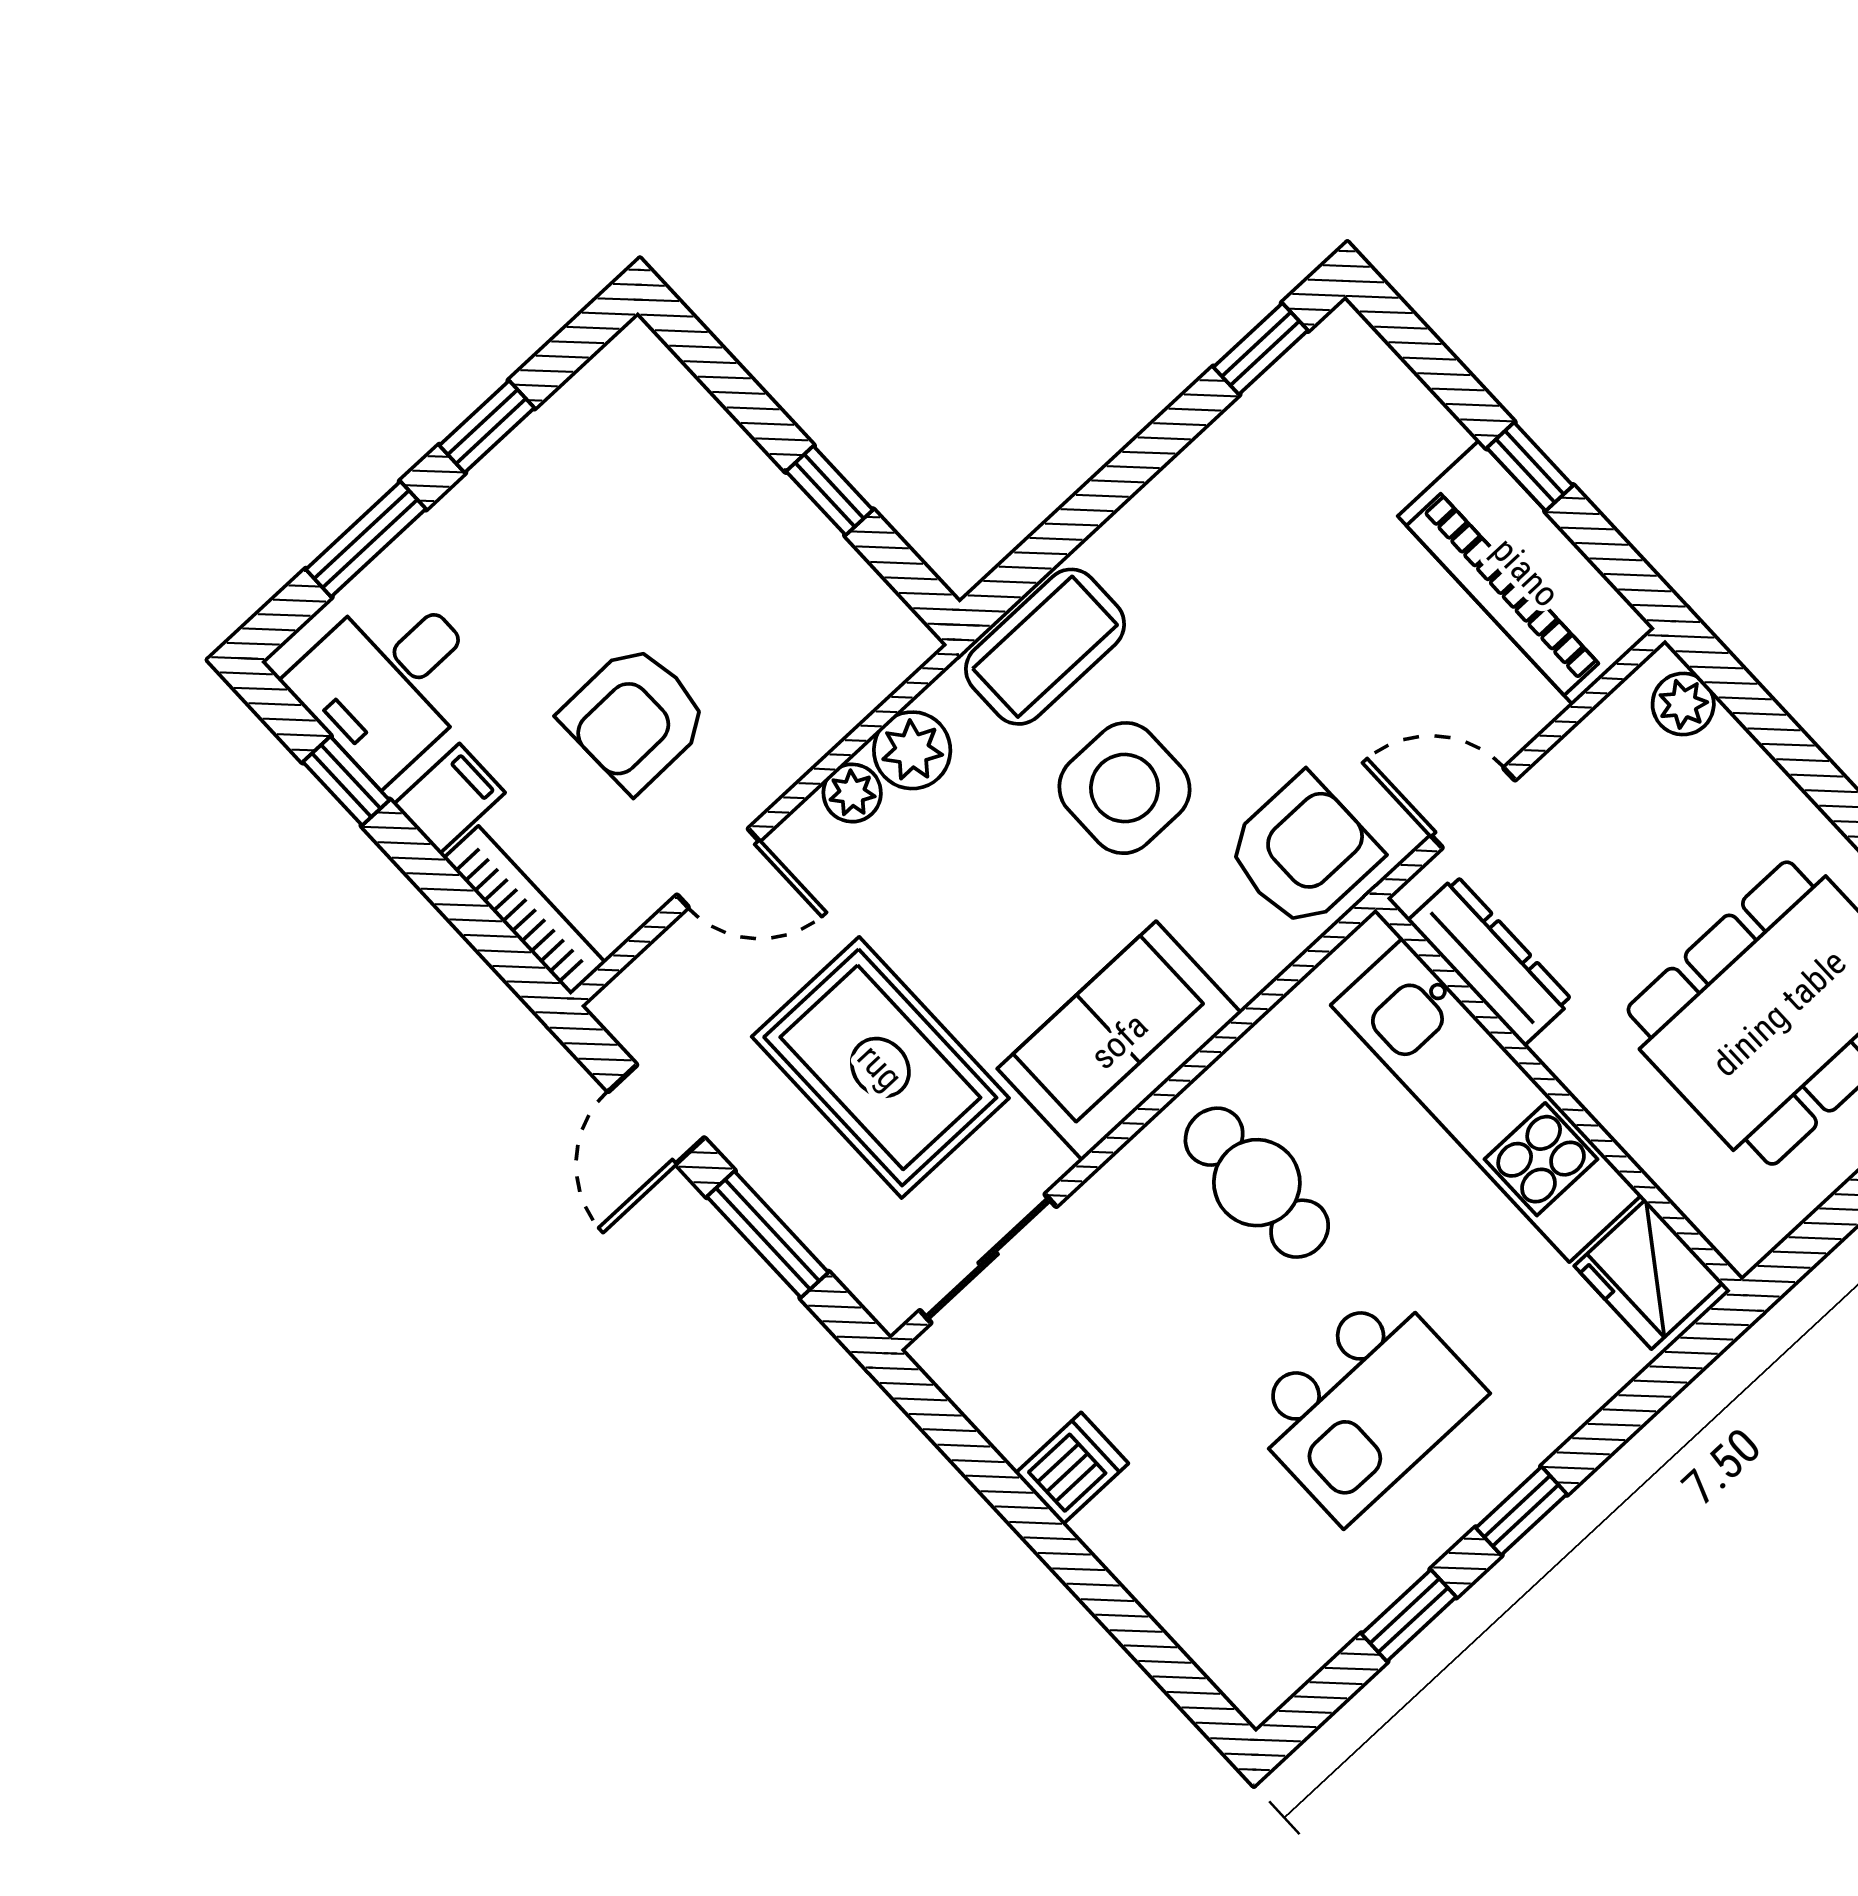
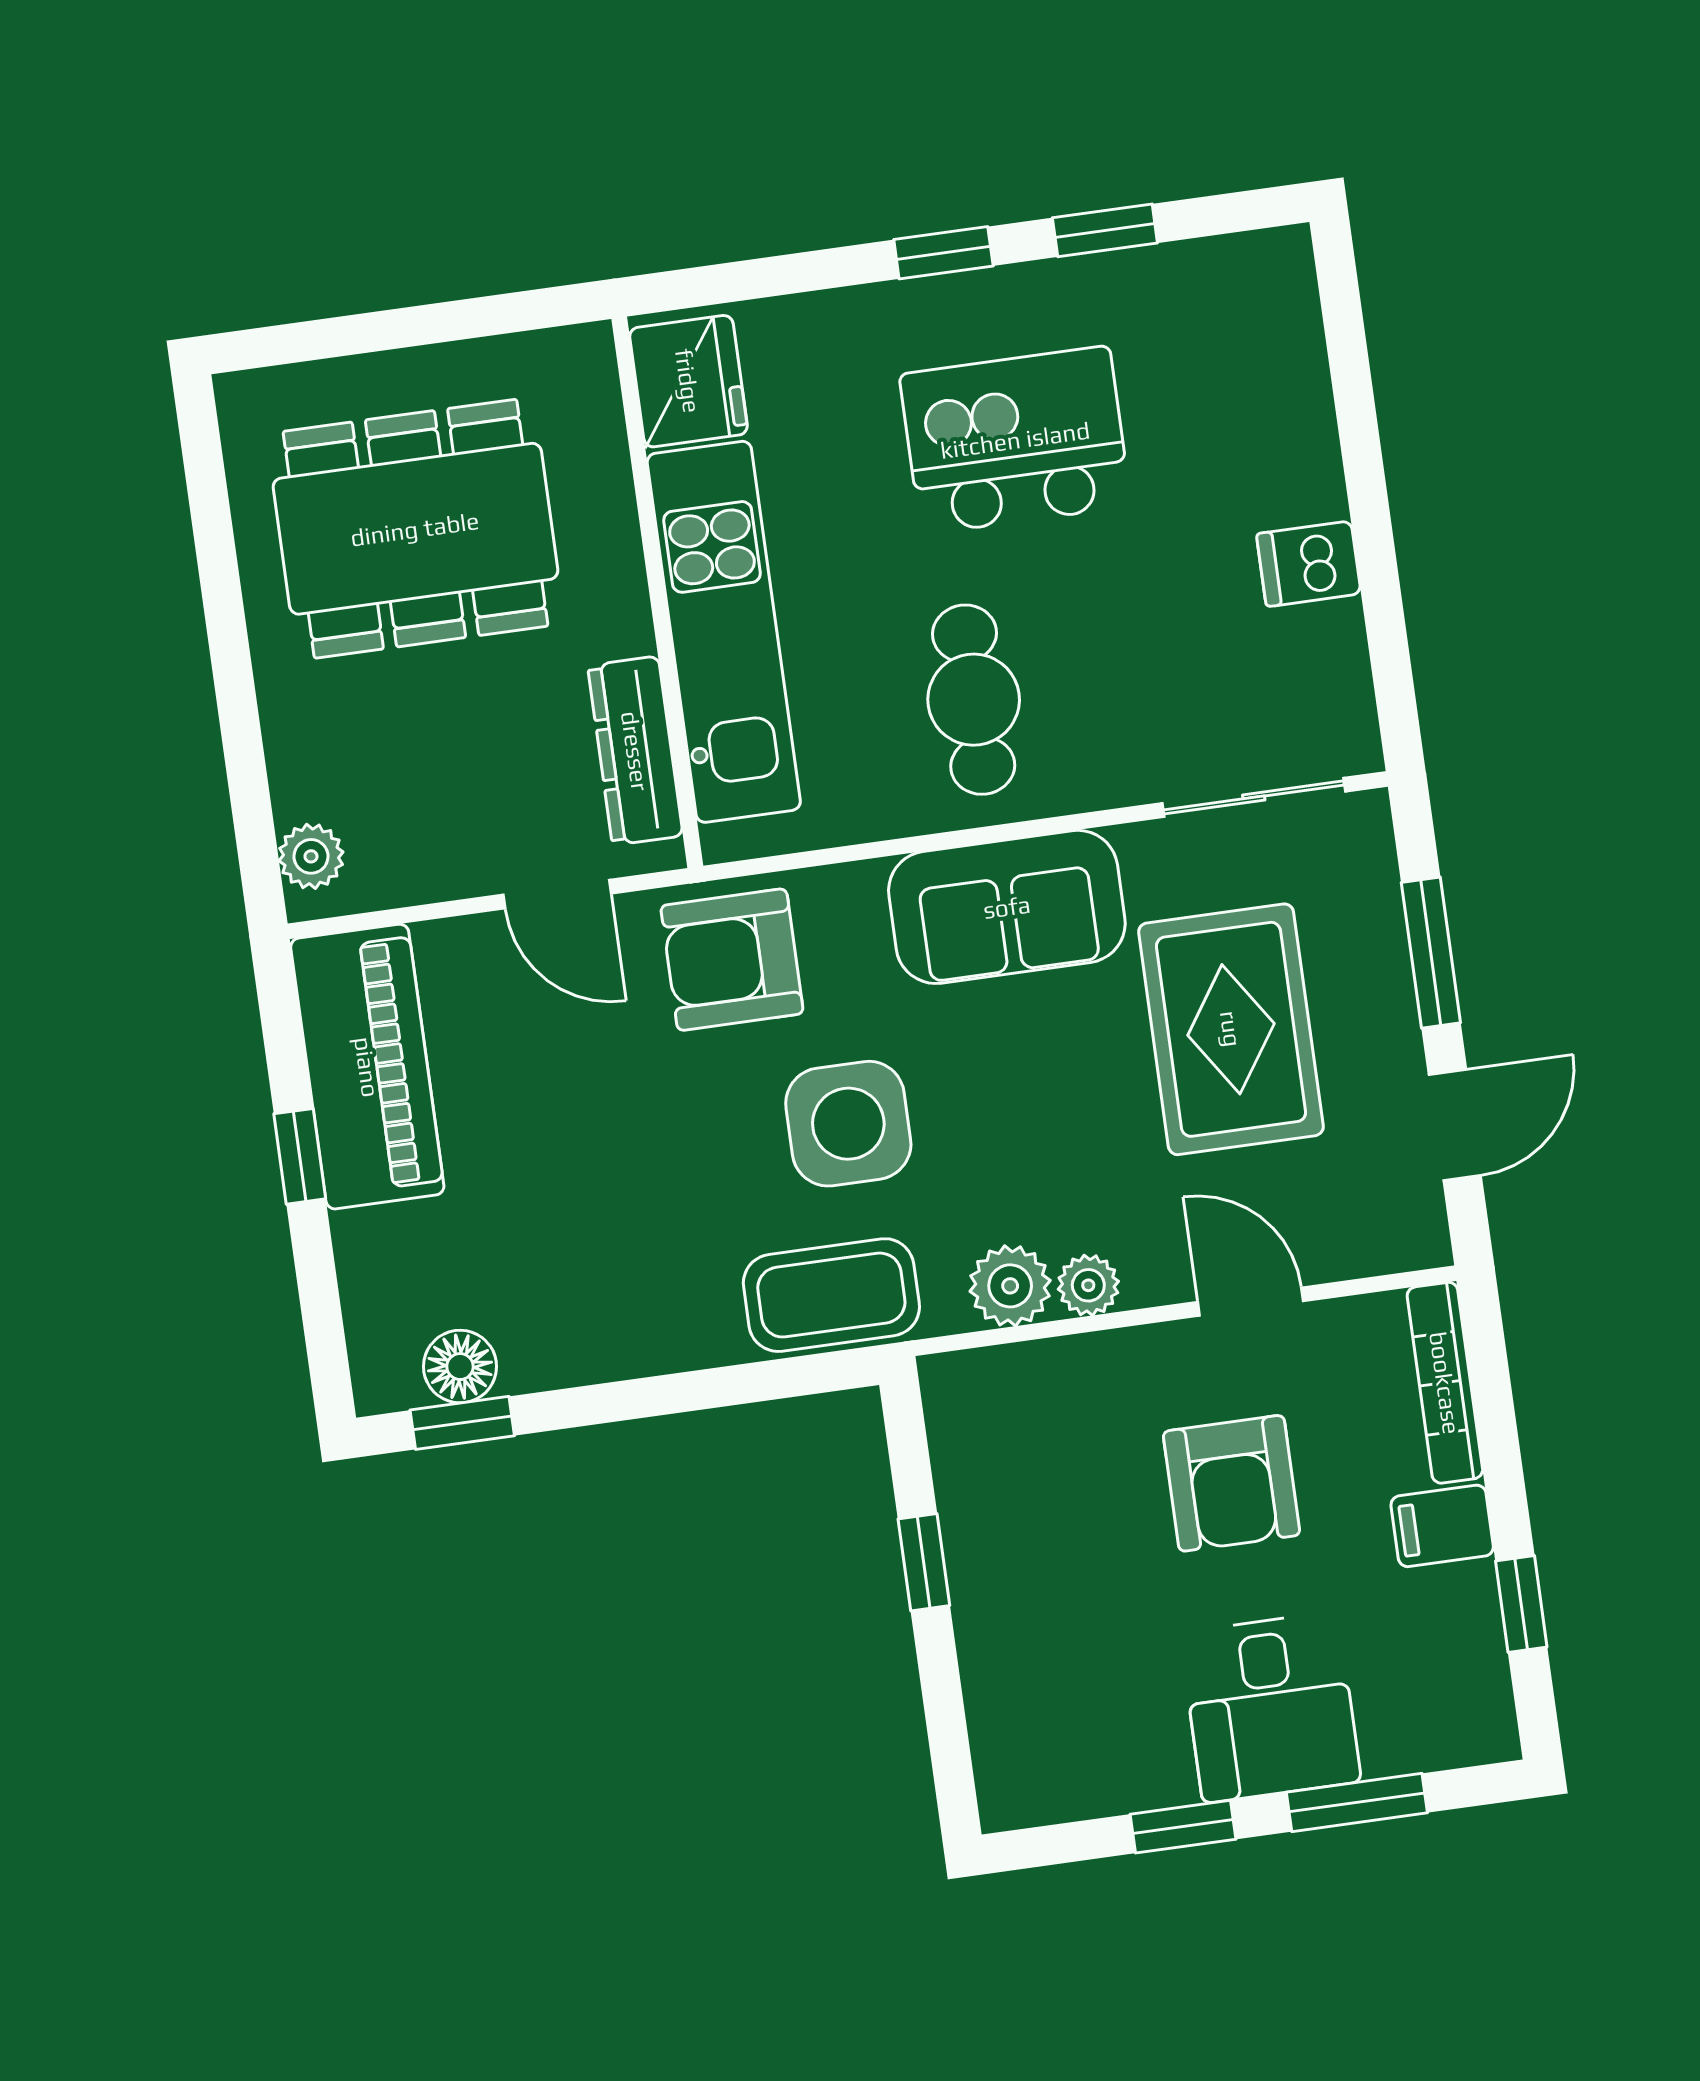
floor lamp: (1293, 391) -> (460, 1367), added
desk: (389, 680) -> (1270, 1707), moved, turned 90
armchair: (635, 718) -> (1231, 1483), turned 91

